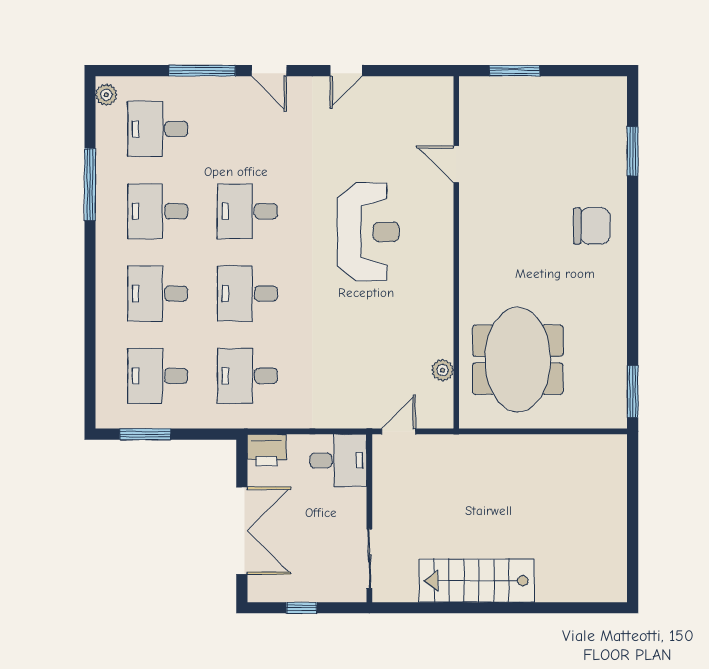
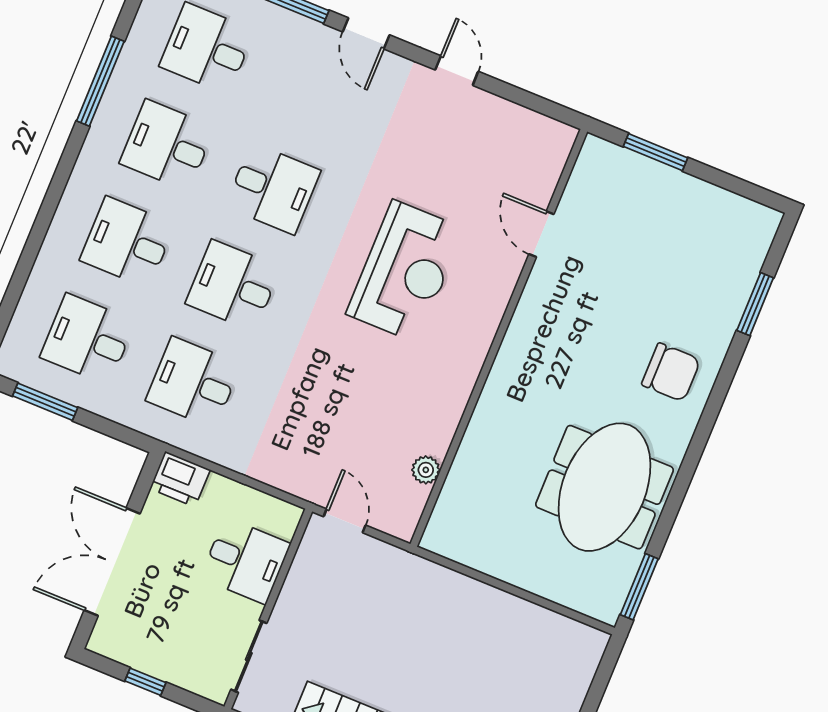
door: (346, 71) -> (457, 71), swing flipped
desk: (247, 211) -> (273, 189), turned 180
meeting table: (518, 360) -> (604, 487), moved
door: (399, 431) -> (344, 521), hinge flipped
desk: (338, 460) -> (245, 561), moved
double door: (242, 531) -> (112, 562), swing flipped

